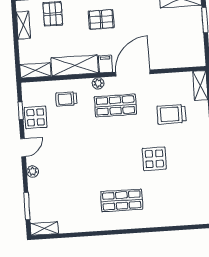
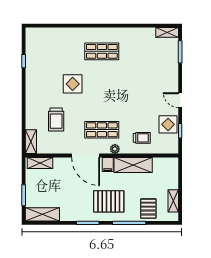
pallet: (101, 19) -> (109, 201), width x1.50, depth x1.42
shelving: (35, 70) -> (40, 163), moved
door: (133, 73) -> (86, 156), hinge flipped
trolley: (172, 114) -> (56, 120), turned 90
door: (23, 148) -> (180, 100), hinge flipped
plant: (33, 171) -> (174, 80), removed

